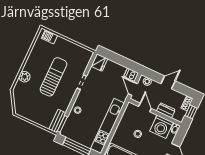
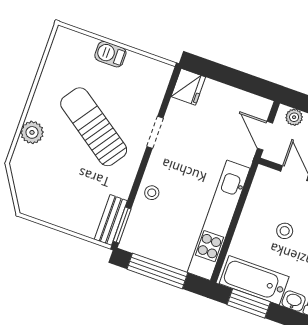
barbecue: (50, 37) -> (110, 54), moved
dishwasher: (131, 75) -> (258, 106), removed
sun lounger: (54, 77) -> (94, 127), turned -55

